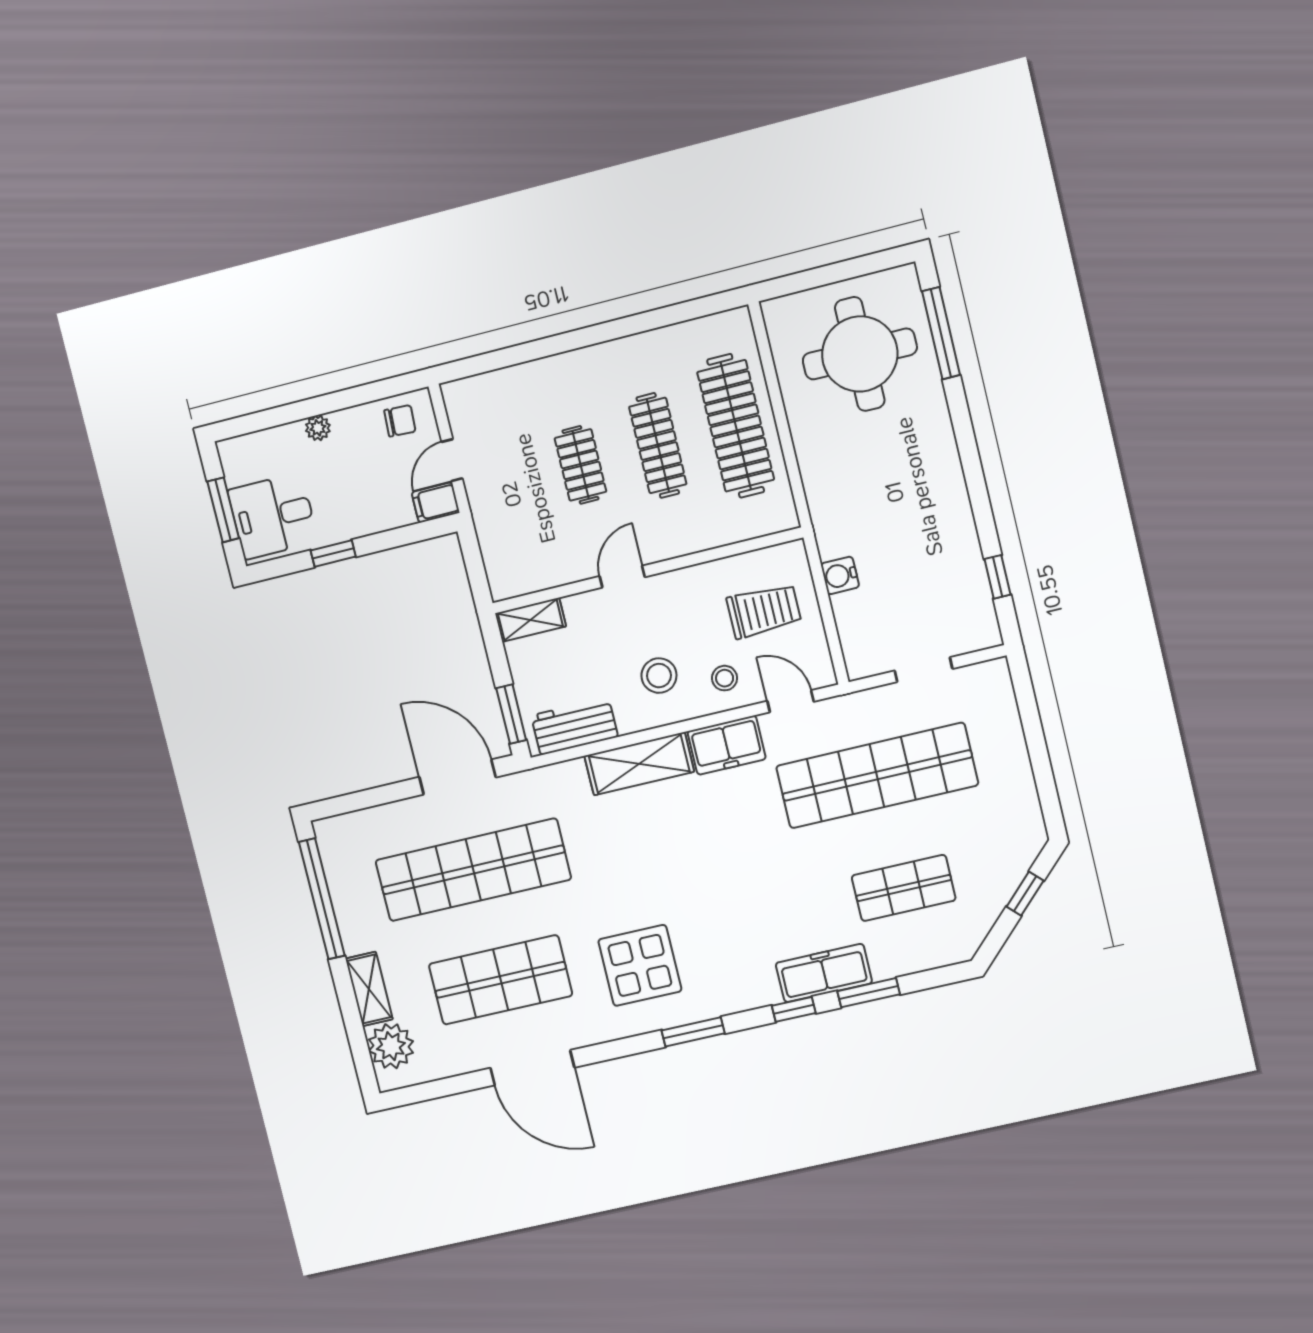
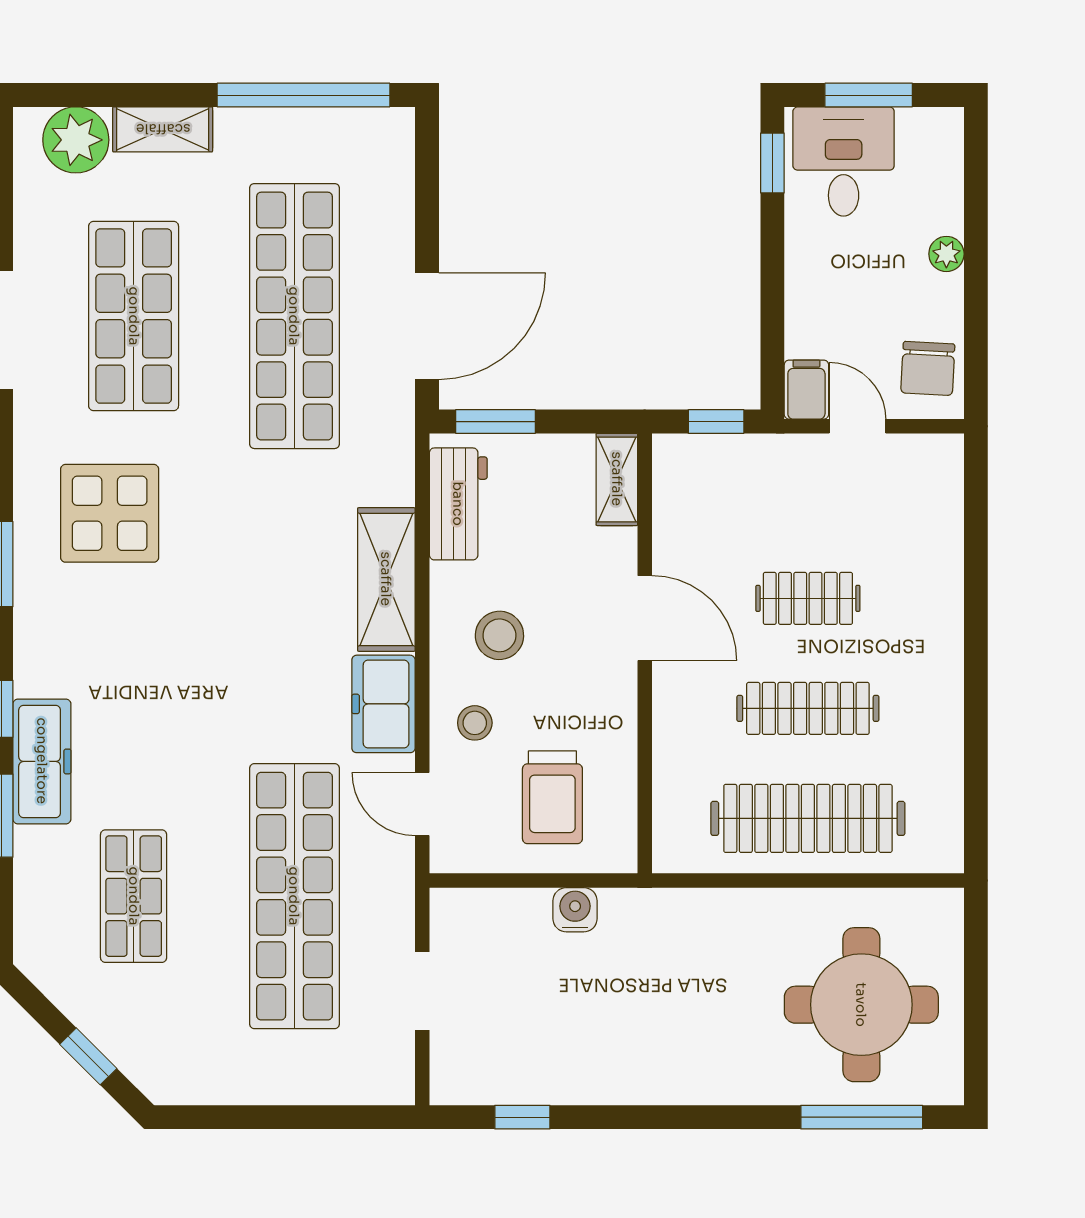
chair: (400, 421) -> (928, 368), width x1.37, depth x1.37
window: (333, 553) -> (772, 163), moved
window: (473, 560) -> (716, 422), added
door: (622, 577) -> (645, 618), width x1.38
door: (791, 701) -> (422, 804), swing flipped

